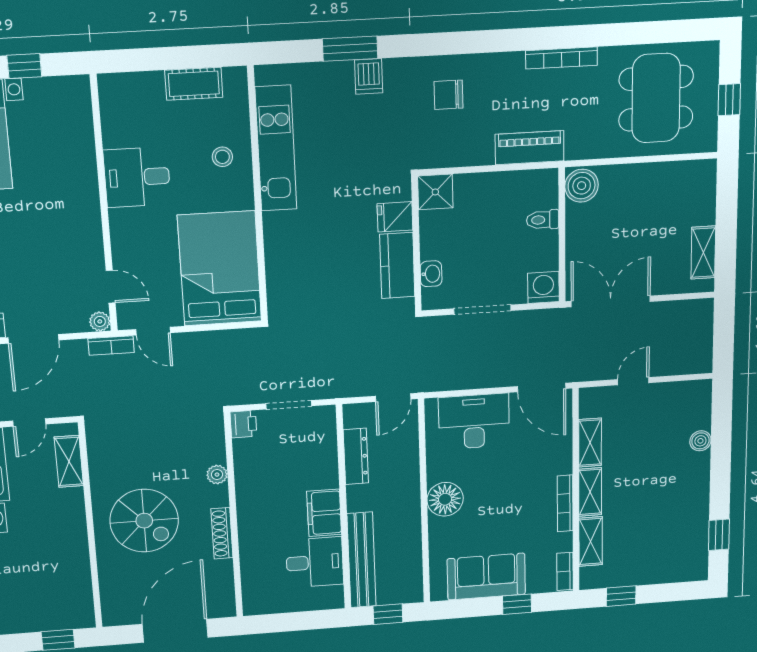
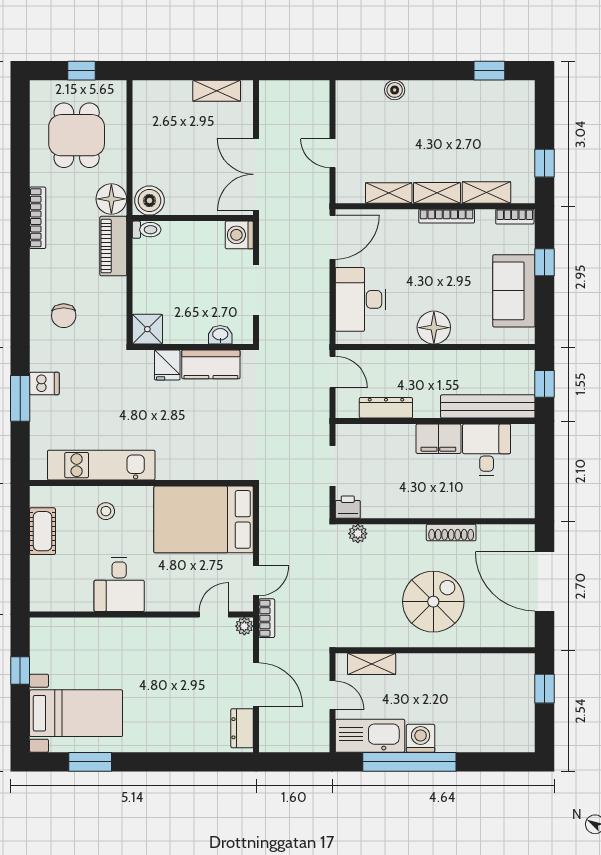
dining table: (656, 98) -> (77, 135), width x0.73
floor lamp: (583, 142) -> (111, 199), added
toilet: (543, 220) -> (147, 230), moved, turned -90
plant: (217, 475) -> (358, 534), moved

